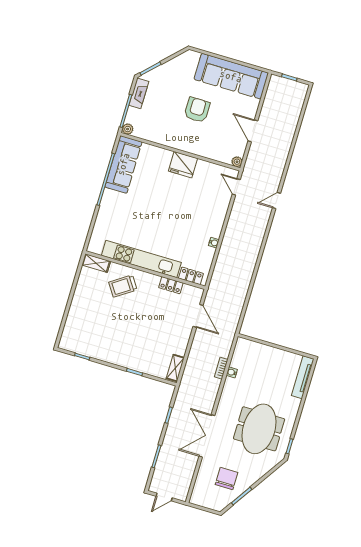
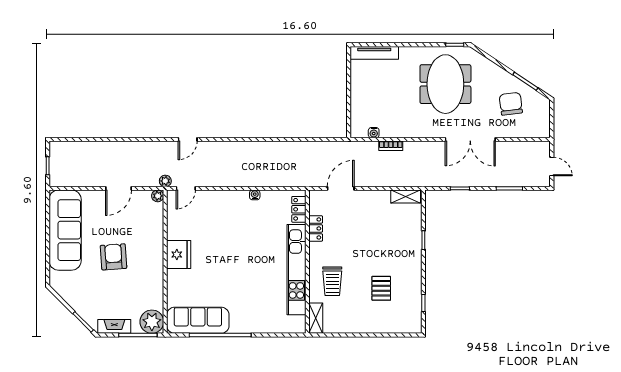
armchair: (197, 110) -> (113, 257), turned 86
plant: (128, 129) -> (152, 322), width x1.88, depth x1.88
plant: (247, 172) -> (165, 181), added
door: (277, 201) -> (188, 139), hinge flipped
trolley: (123, 286) -> (332, 281), turned 34
pallet: (105, 325) -> (381, 288), added
water cooler: (232, 372) -> (374, 133), moved
meeting table: (259, 429) -> (445, 84), turned 90
chair: (227, 478) -> (511, 104), turned 83

